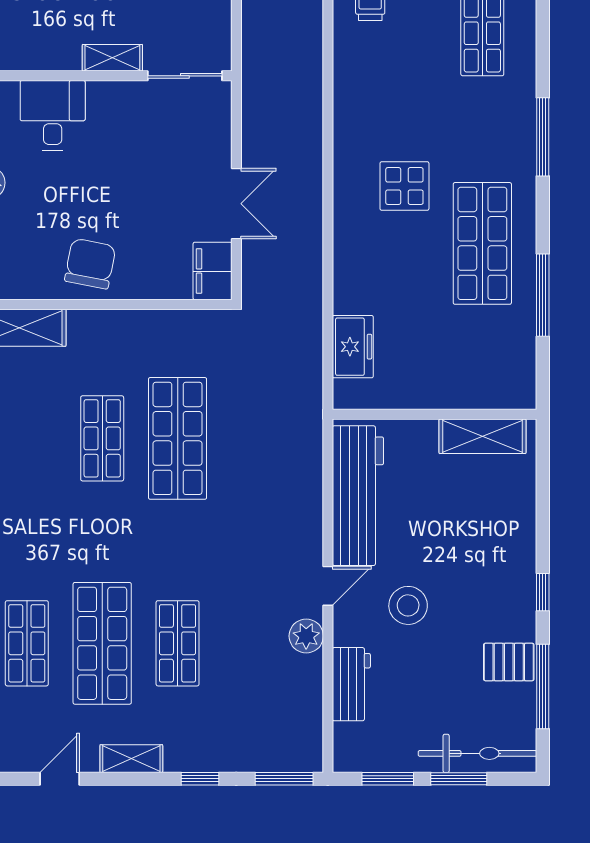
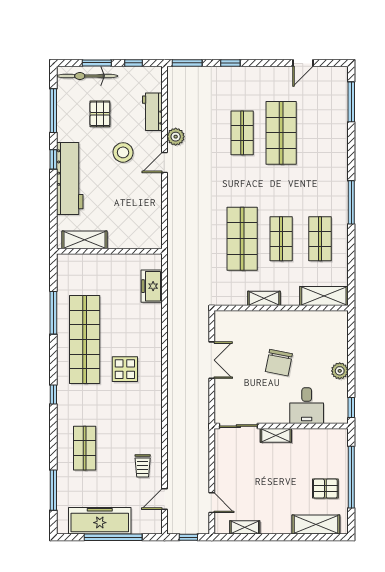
window: (543, 137) -> (53, 395), width x0.46
double door: (236, 204) -> (212, 360), swing flipped
shop shelf: (482, 243) -> (85, 339), width x1.40
chair: (90, 264) -> (279, 363), moved
filing cabinet: (212, 271) -> (224, 325), removed
workbench: (358, 496) -> (70, 178), moved, turned 180
shop shelf: (27, 643) -> (320, 239), moved
pallet: (509, 662) -> (100, 114), moved, turned 90
shelving: (131, 759) -> (264, 298), moved
window: (388, 779) -> (134, 63), width x0.67

